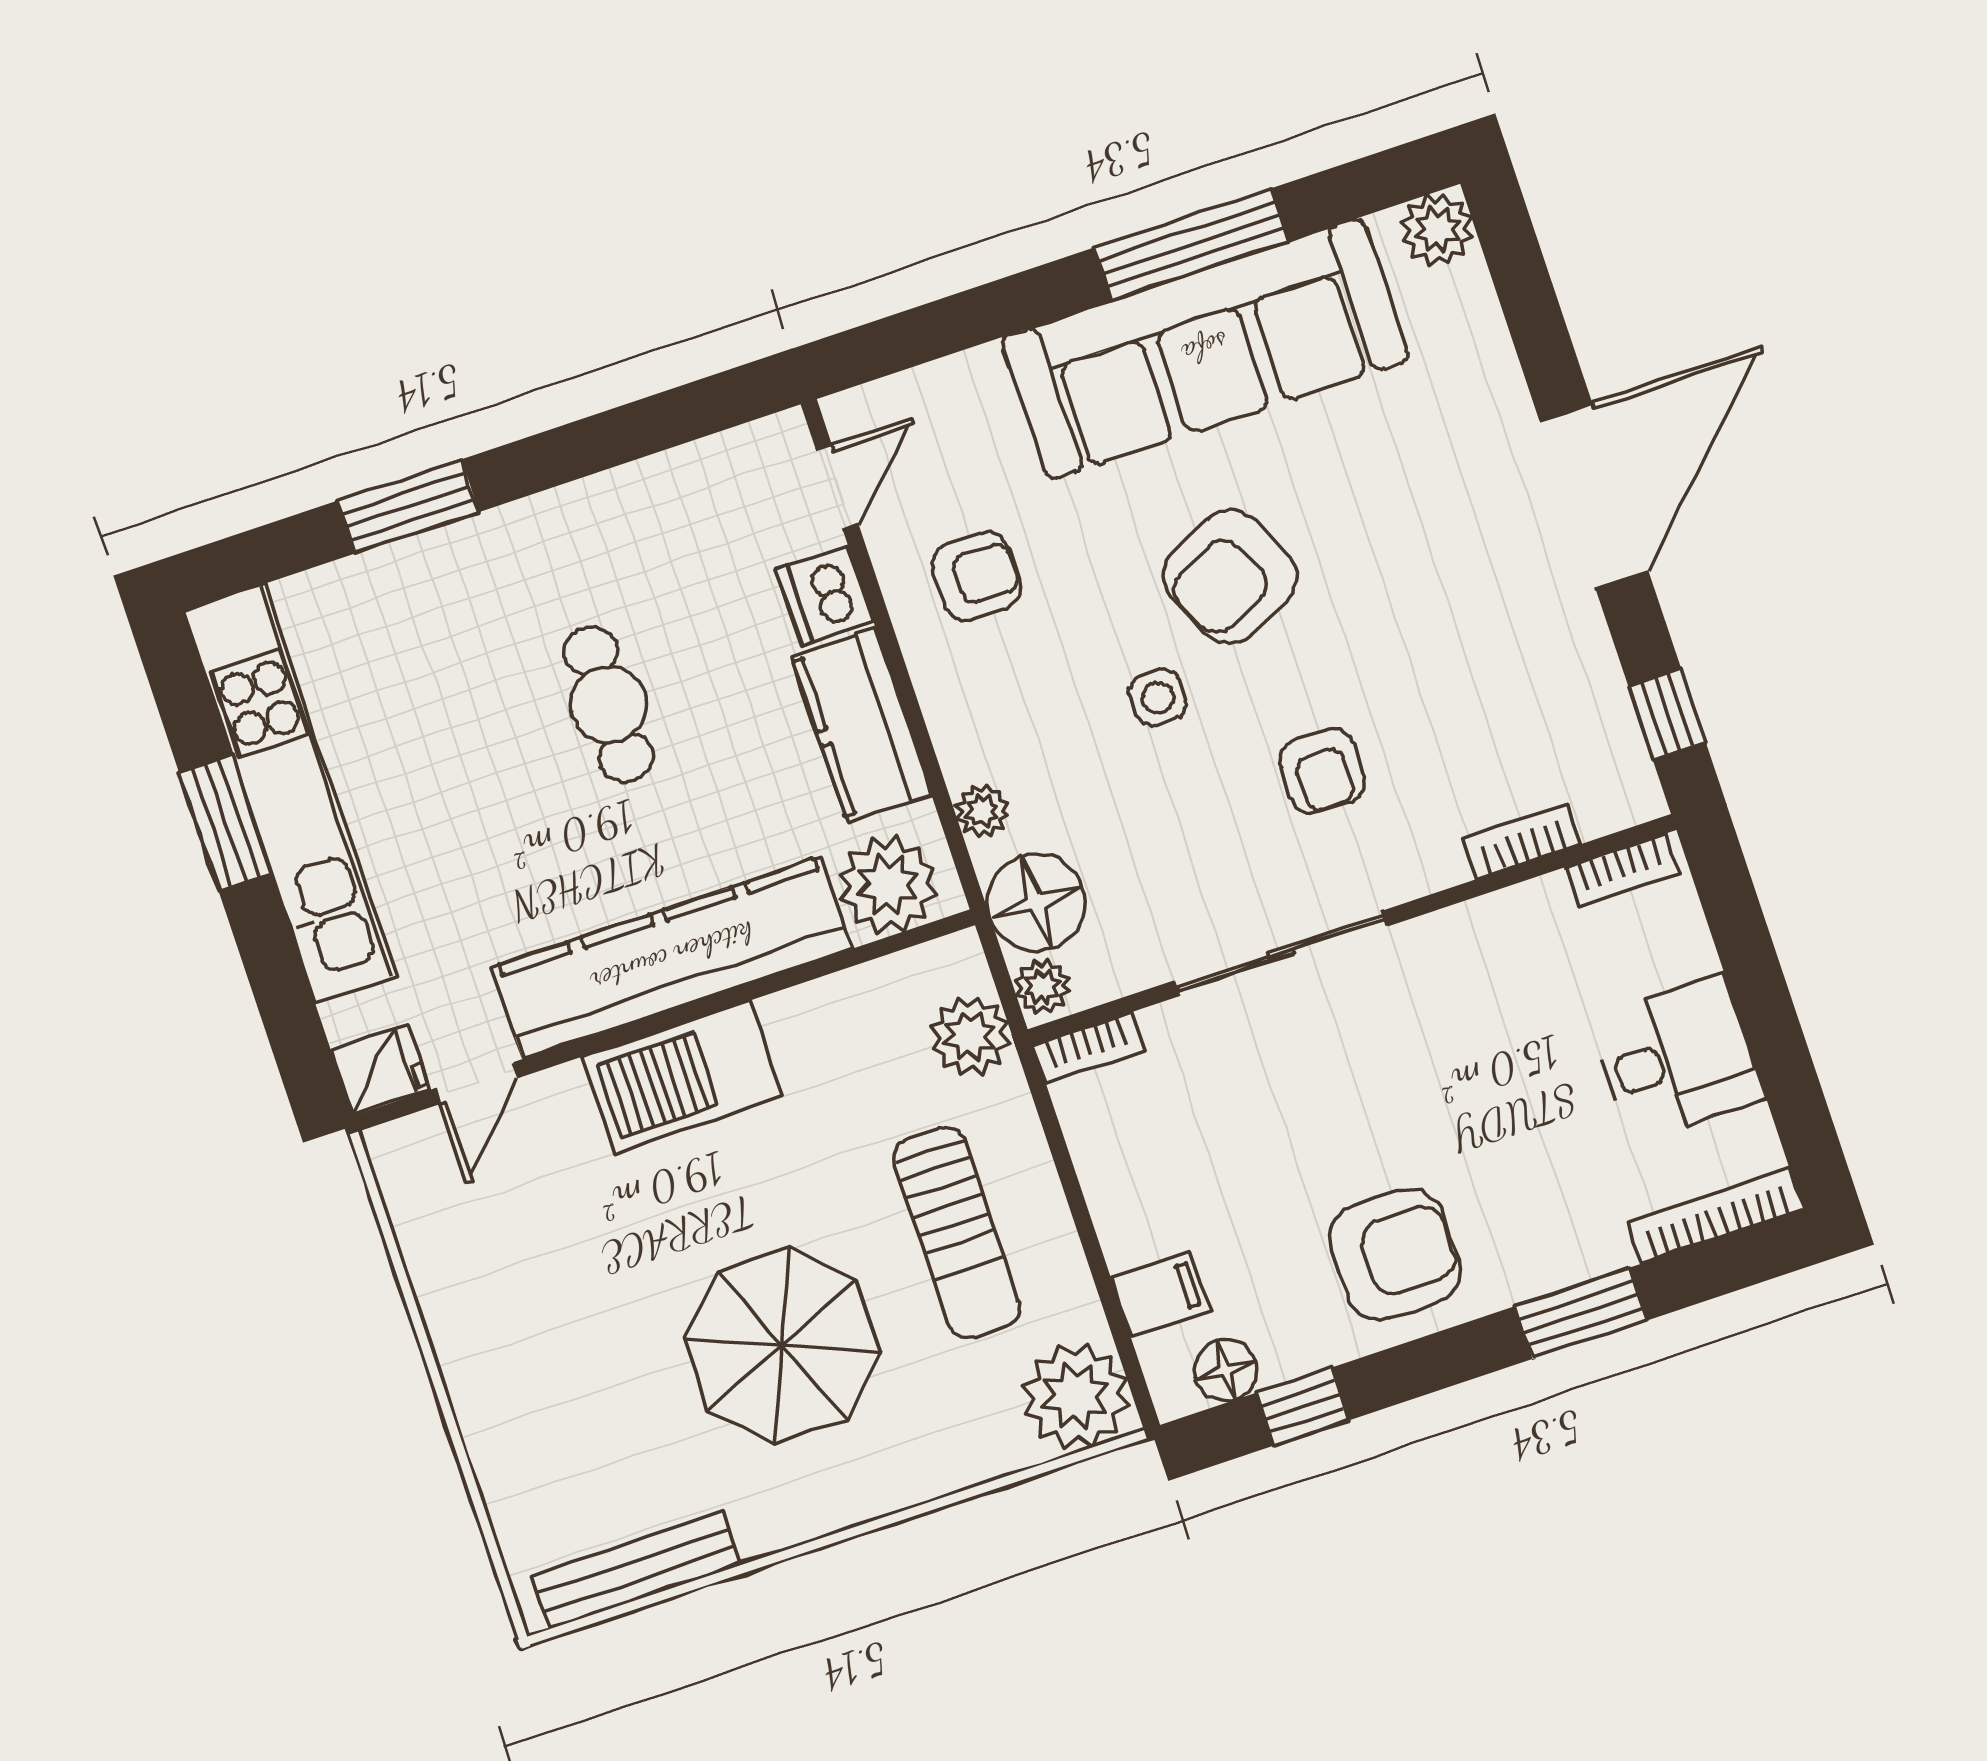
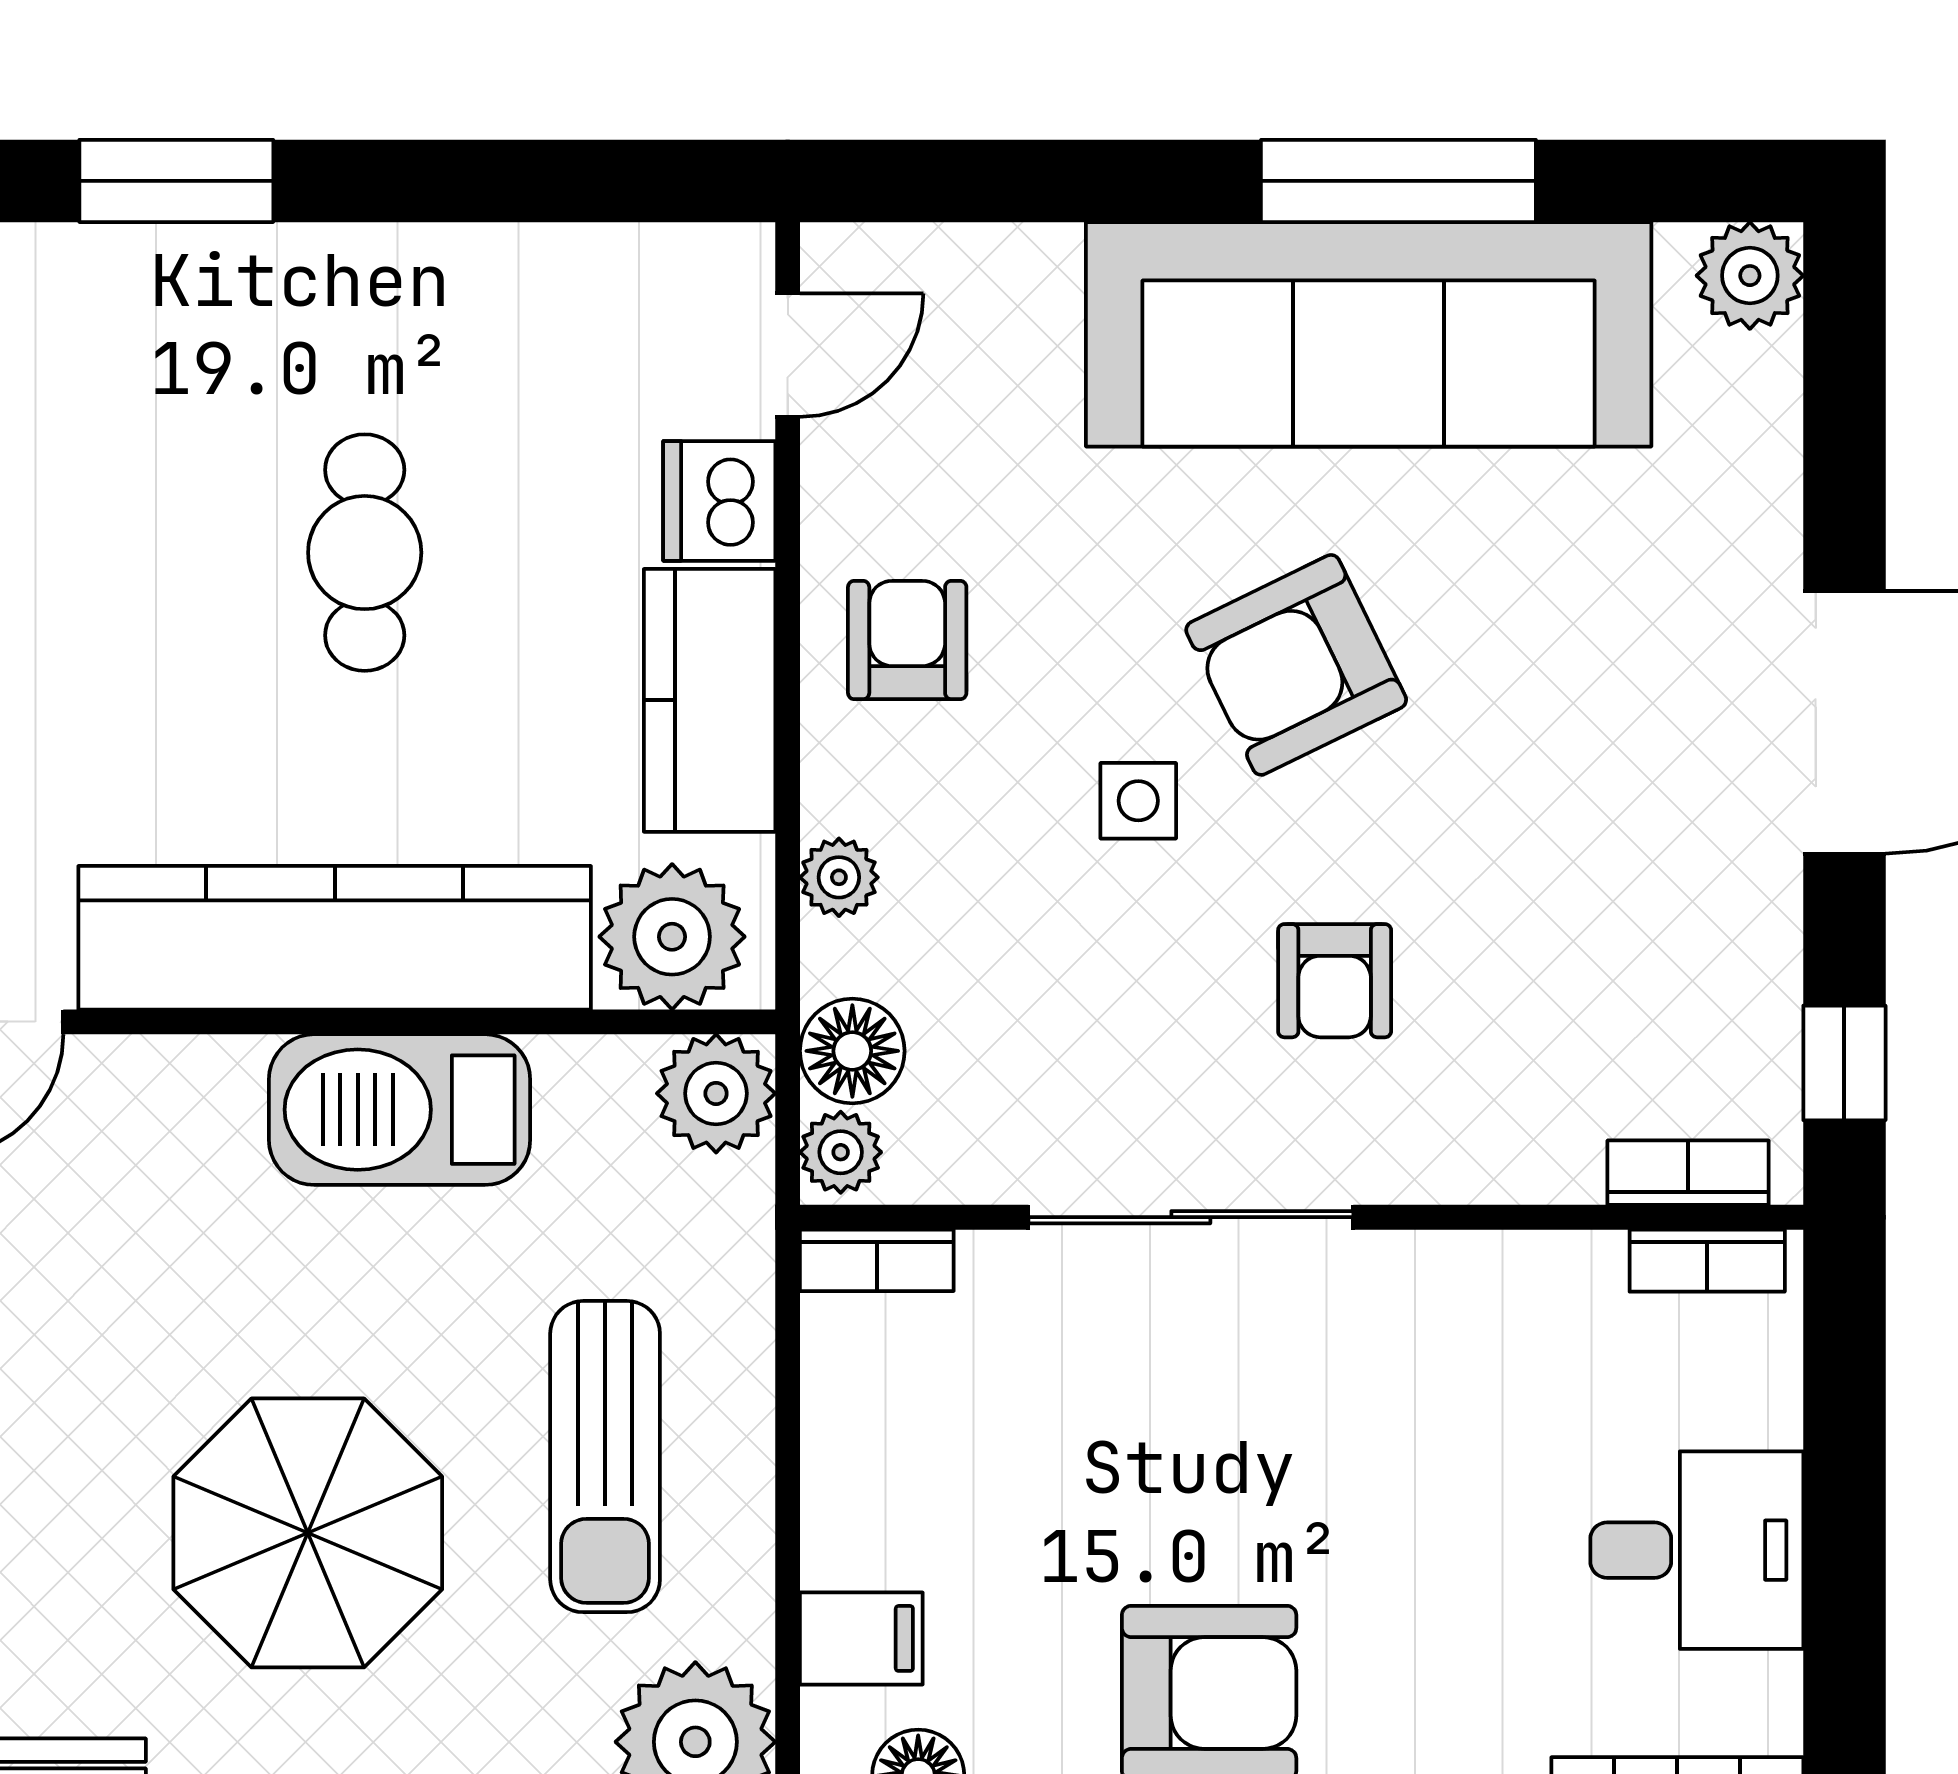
armchair: (976, 576) -> (907, 640), moved, turned -90
bookcase: (1522, 841) -> (1688, 1173), moved
floor lamp: (1036, 903) -> (852, 1051), width x0.73, depth x0.73
plant: (970, 1036) -> (716, 1093), moved
barbecue: (683, 1077) -> (400, 1110), moved

